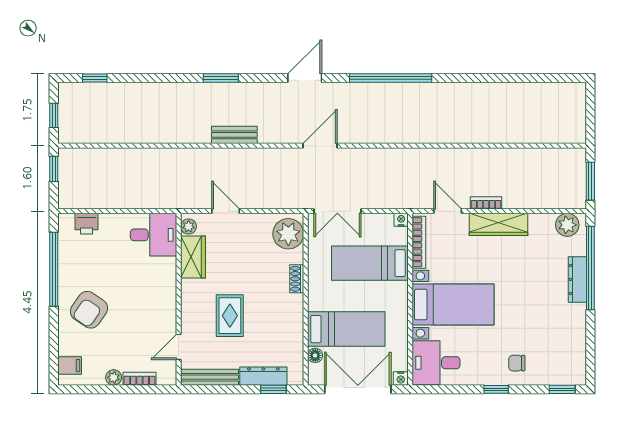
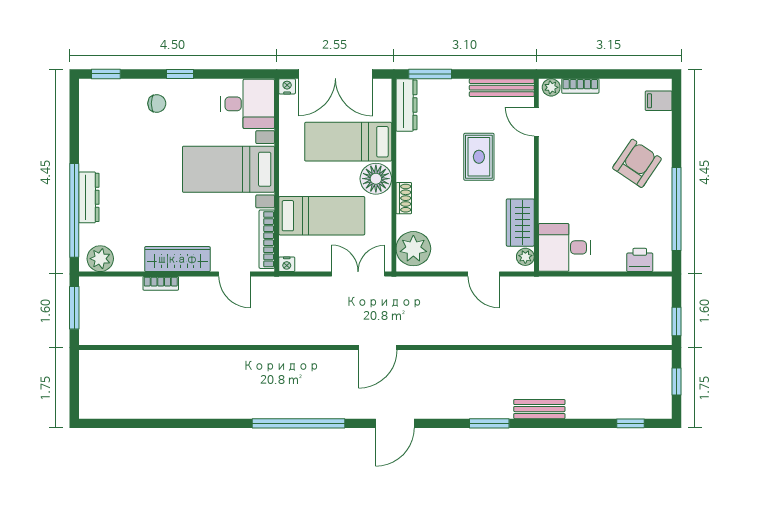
bench: (234, 135) -> (539, 409), moved
bookcase: (486, 203) -> (161, 283), moved
door: (179, 347) -> (536, 122), swing flipped
floor lamp: (315, 355) -> (376, 179), moved, width x1.89, depth x1.89
dresser: (263, 376) -> (406, 105), moved, turned -90
plant: (114, 377) -> (551, 87), moved
window: (273, 389) -> (430, 74), width x1.50

